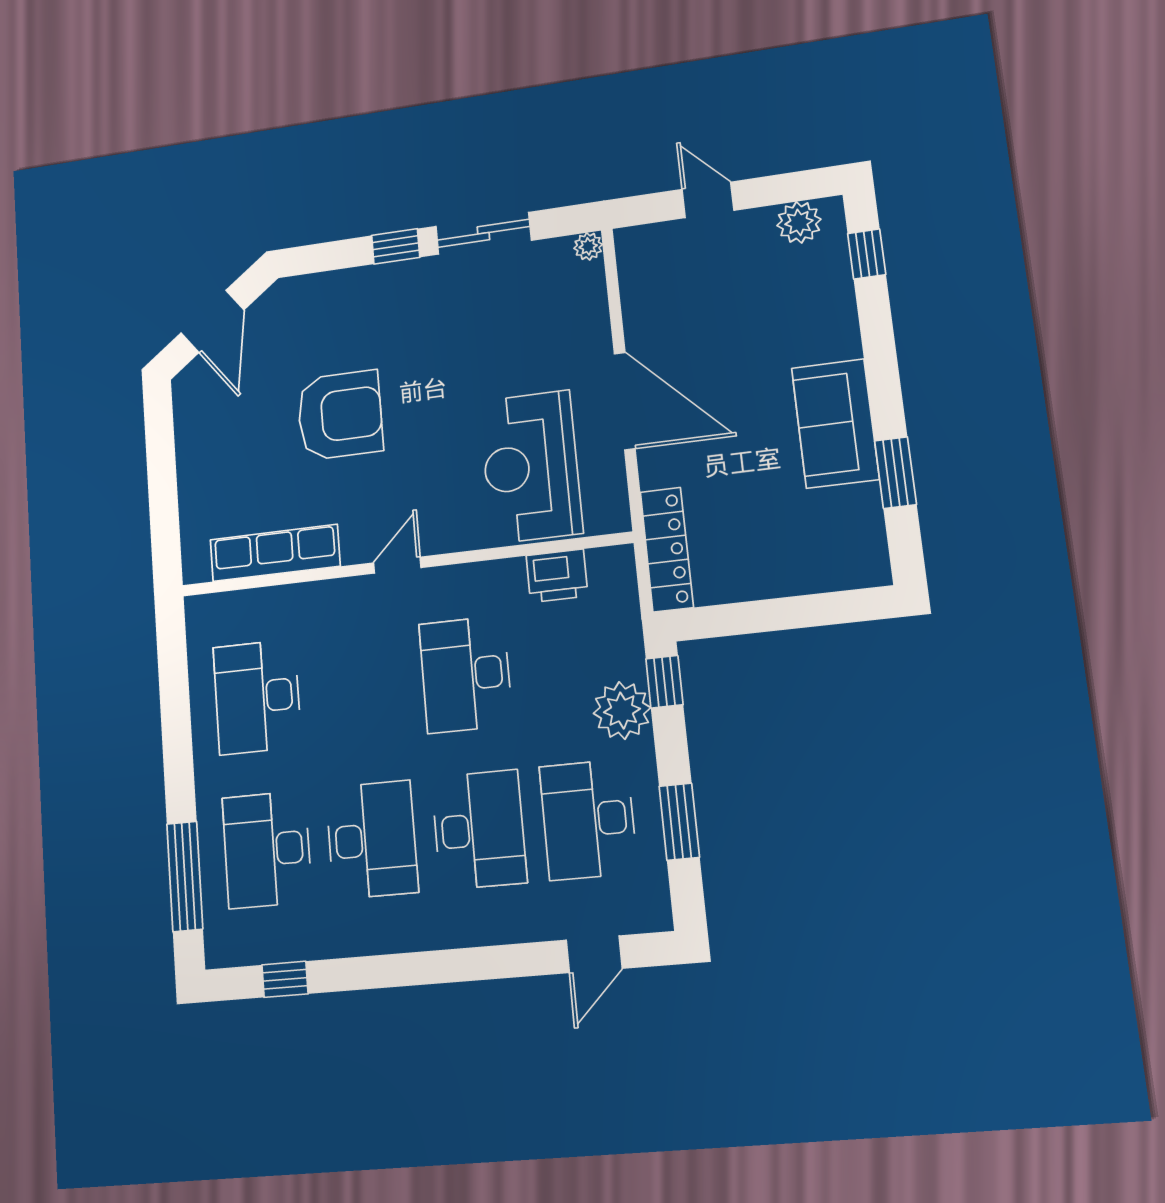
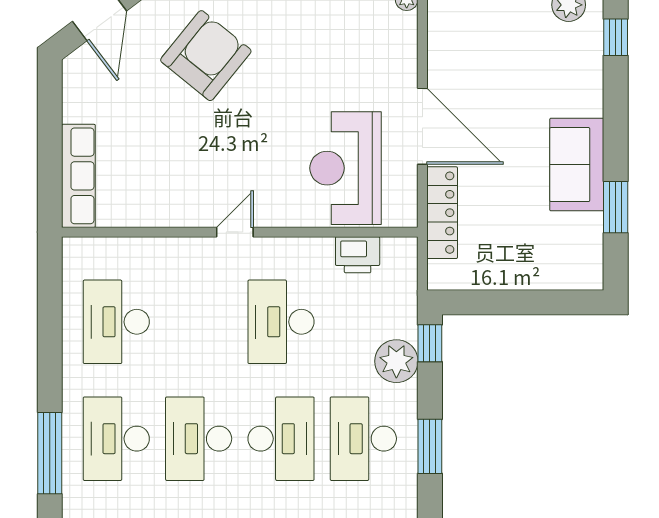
armchair: (340, 415) -> (206, 56), moved, turned -51
locker: (667, 549) -> (442, 213), moved
row of seats: (275, 553) -> (78, 176), moved, turned 90
desk: (372, 840) -> (199, 439), turned 180

